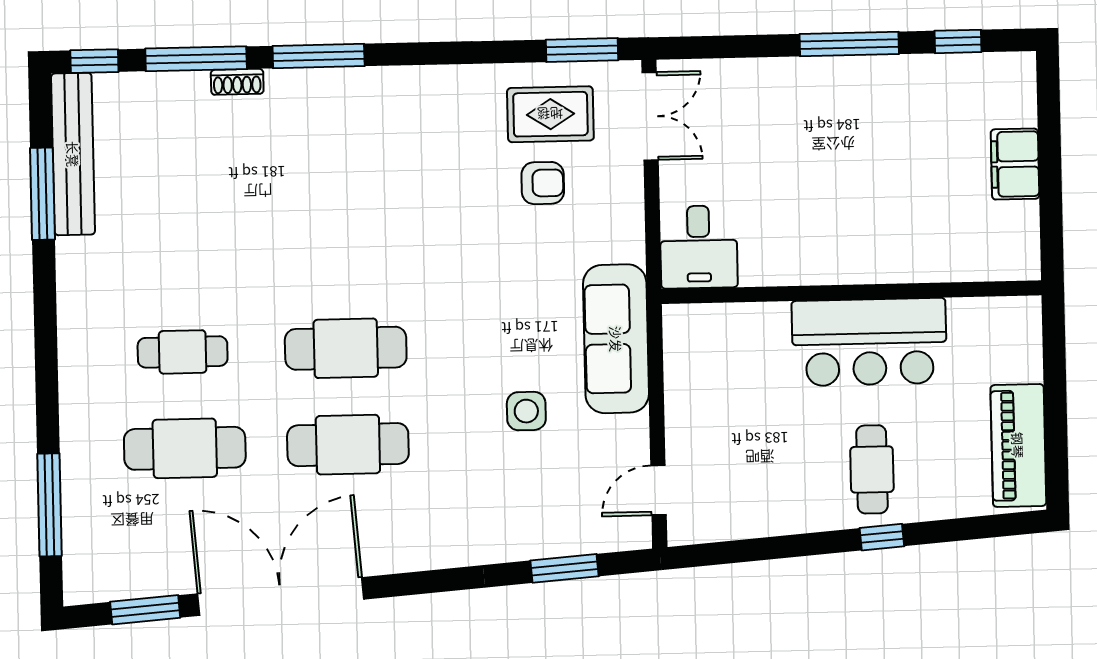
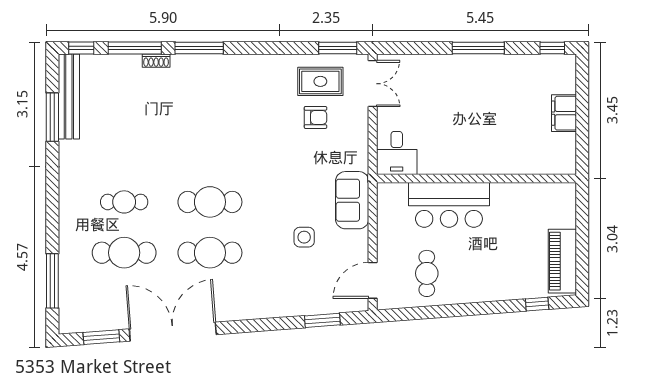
window: (958, 41) -> (552, 48), moved
sofa: (616, 339) -> (352, 200), width x0.73
bar counter: (869, 342) -> (449, 205), moved
cafe table: (872, 469) -> (427, 273), moved
door: (659, 490) -> (373, 280), width x1.38
window: (882, 537) -> (537, 304), moved

